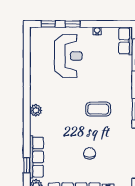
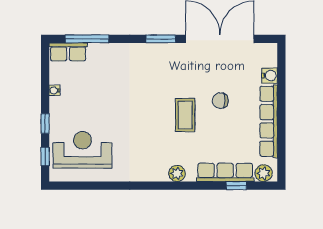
reception desk: (68, 56) -> (83, 150), moved
coffee table: (98, 109) -> (185, 115), moved
plant: (36, 110) -> (177, 173), moved

